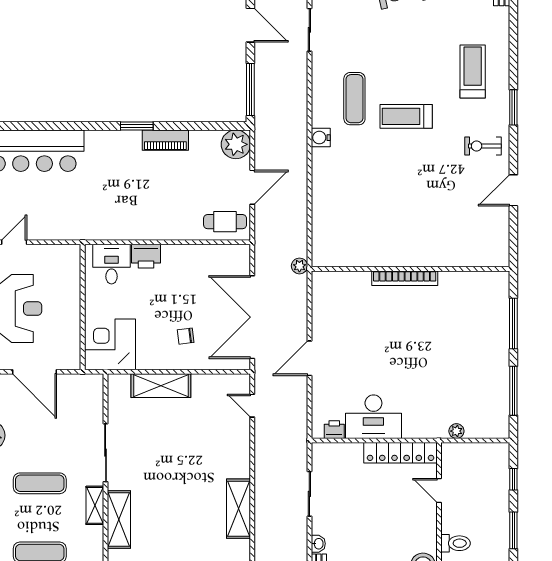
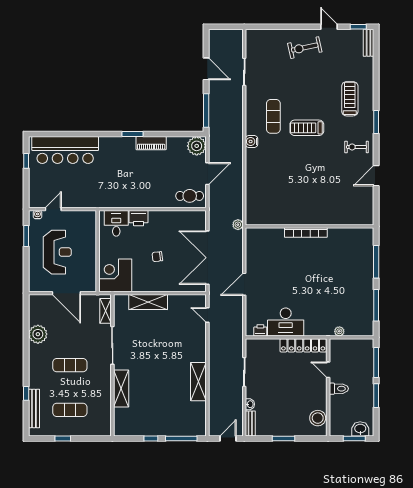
chair: (186, 336) -> (157, 257), moved
window: (513, 479) -> (376, 363), width x2.17
shelving: (95, 505) -> (105, 311), moved
toilet: (456, 543) -> (339, 389), moved

